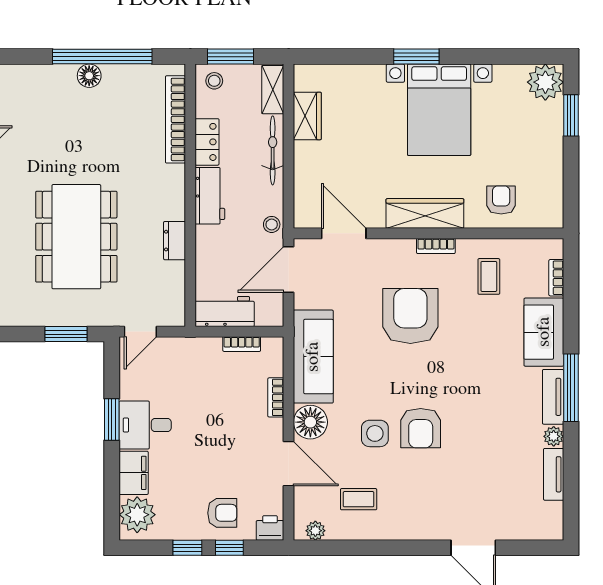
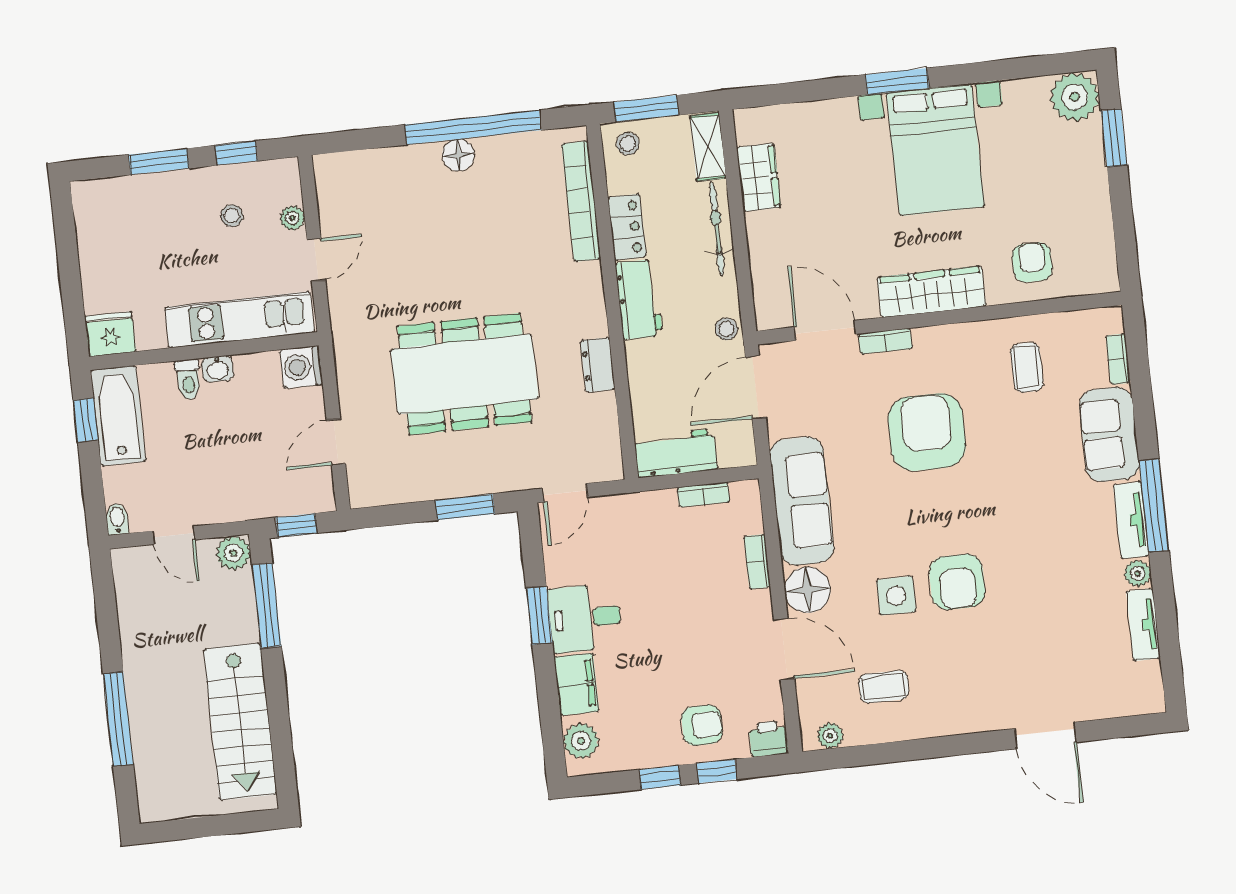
dining table: (76, 237) -> (465, 374), turned 90
bookcase: (436, 246) -> (885, 341), moved
plant: (137, 515) -> (581, 741), width x0.73, depth x0.73

